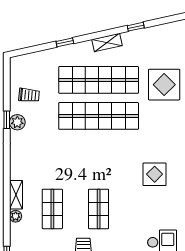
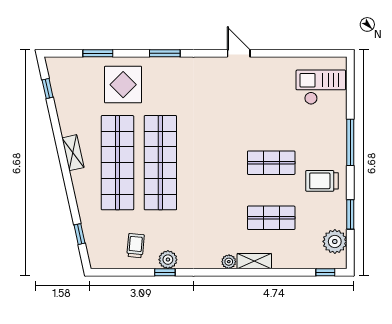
window: (136, 27) -> (48, 89), moved
window: (65, 42) -> (80, 234), moved
display table: (155, 174) -> (230, 96), removed
plant: (16, 216) -> (229, 262), moved

